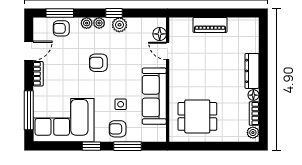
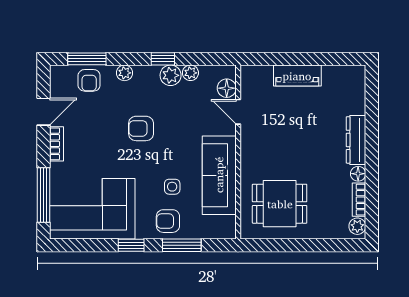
plant: (99, 23) -> (190, 73), moved
armchair: (61, 28) -> (89, 80), turned -90

